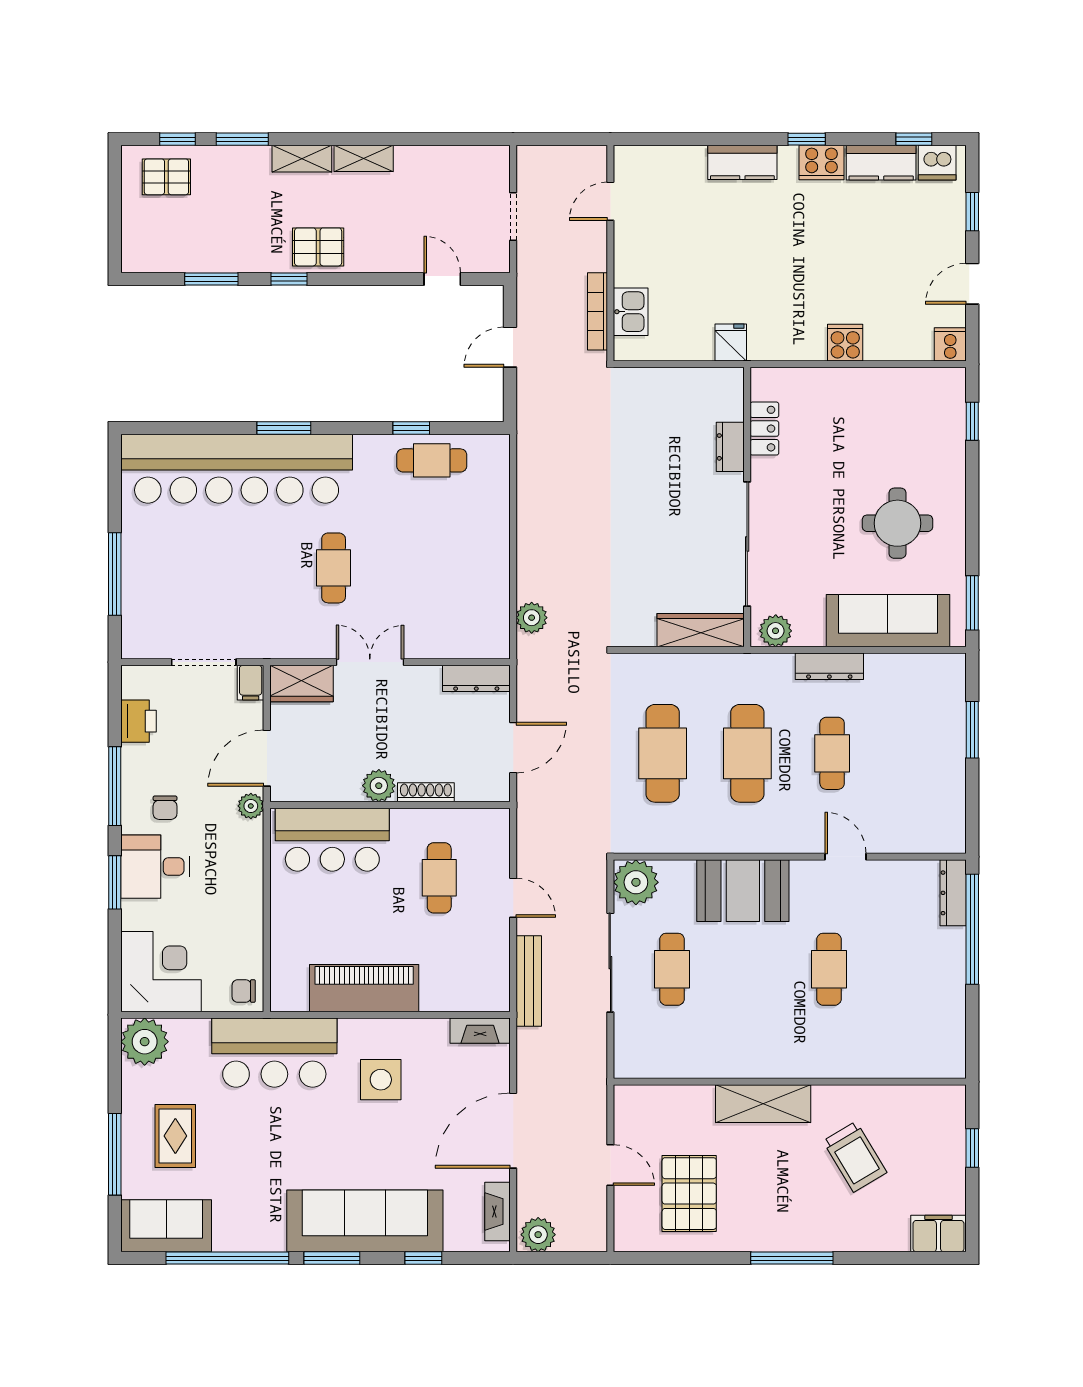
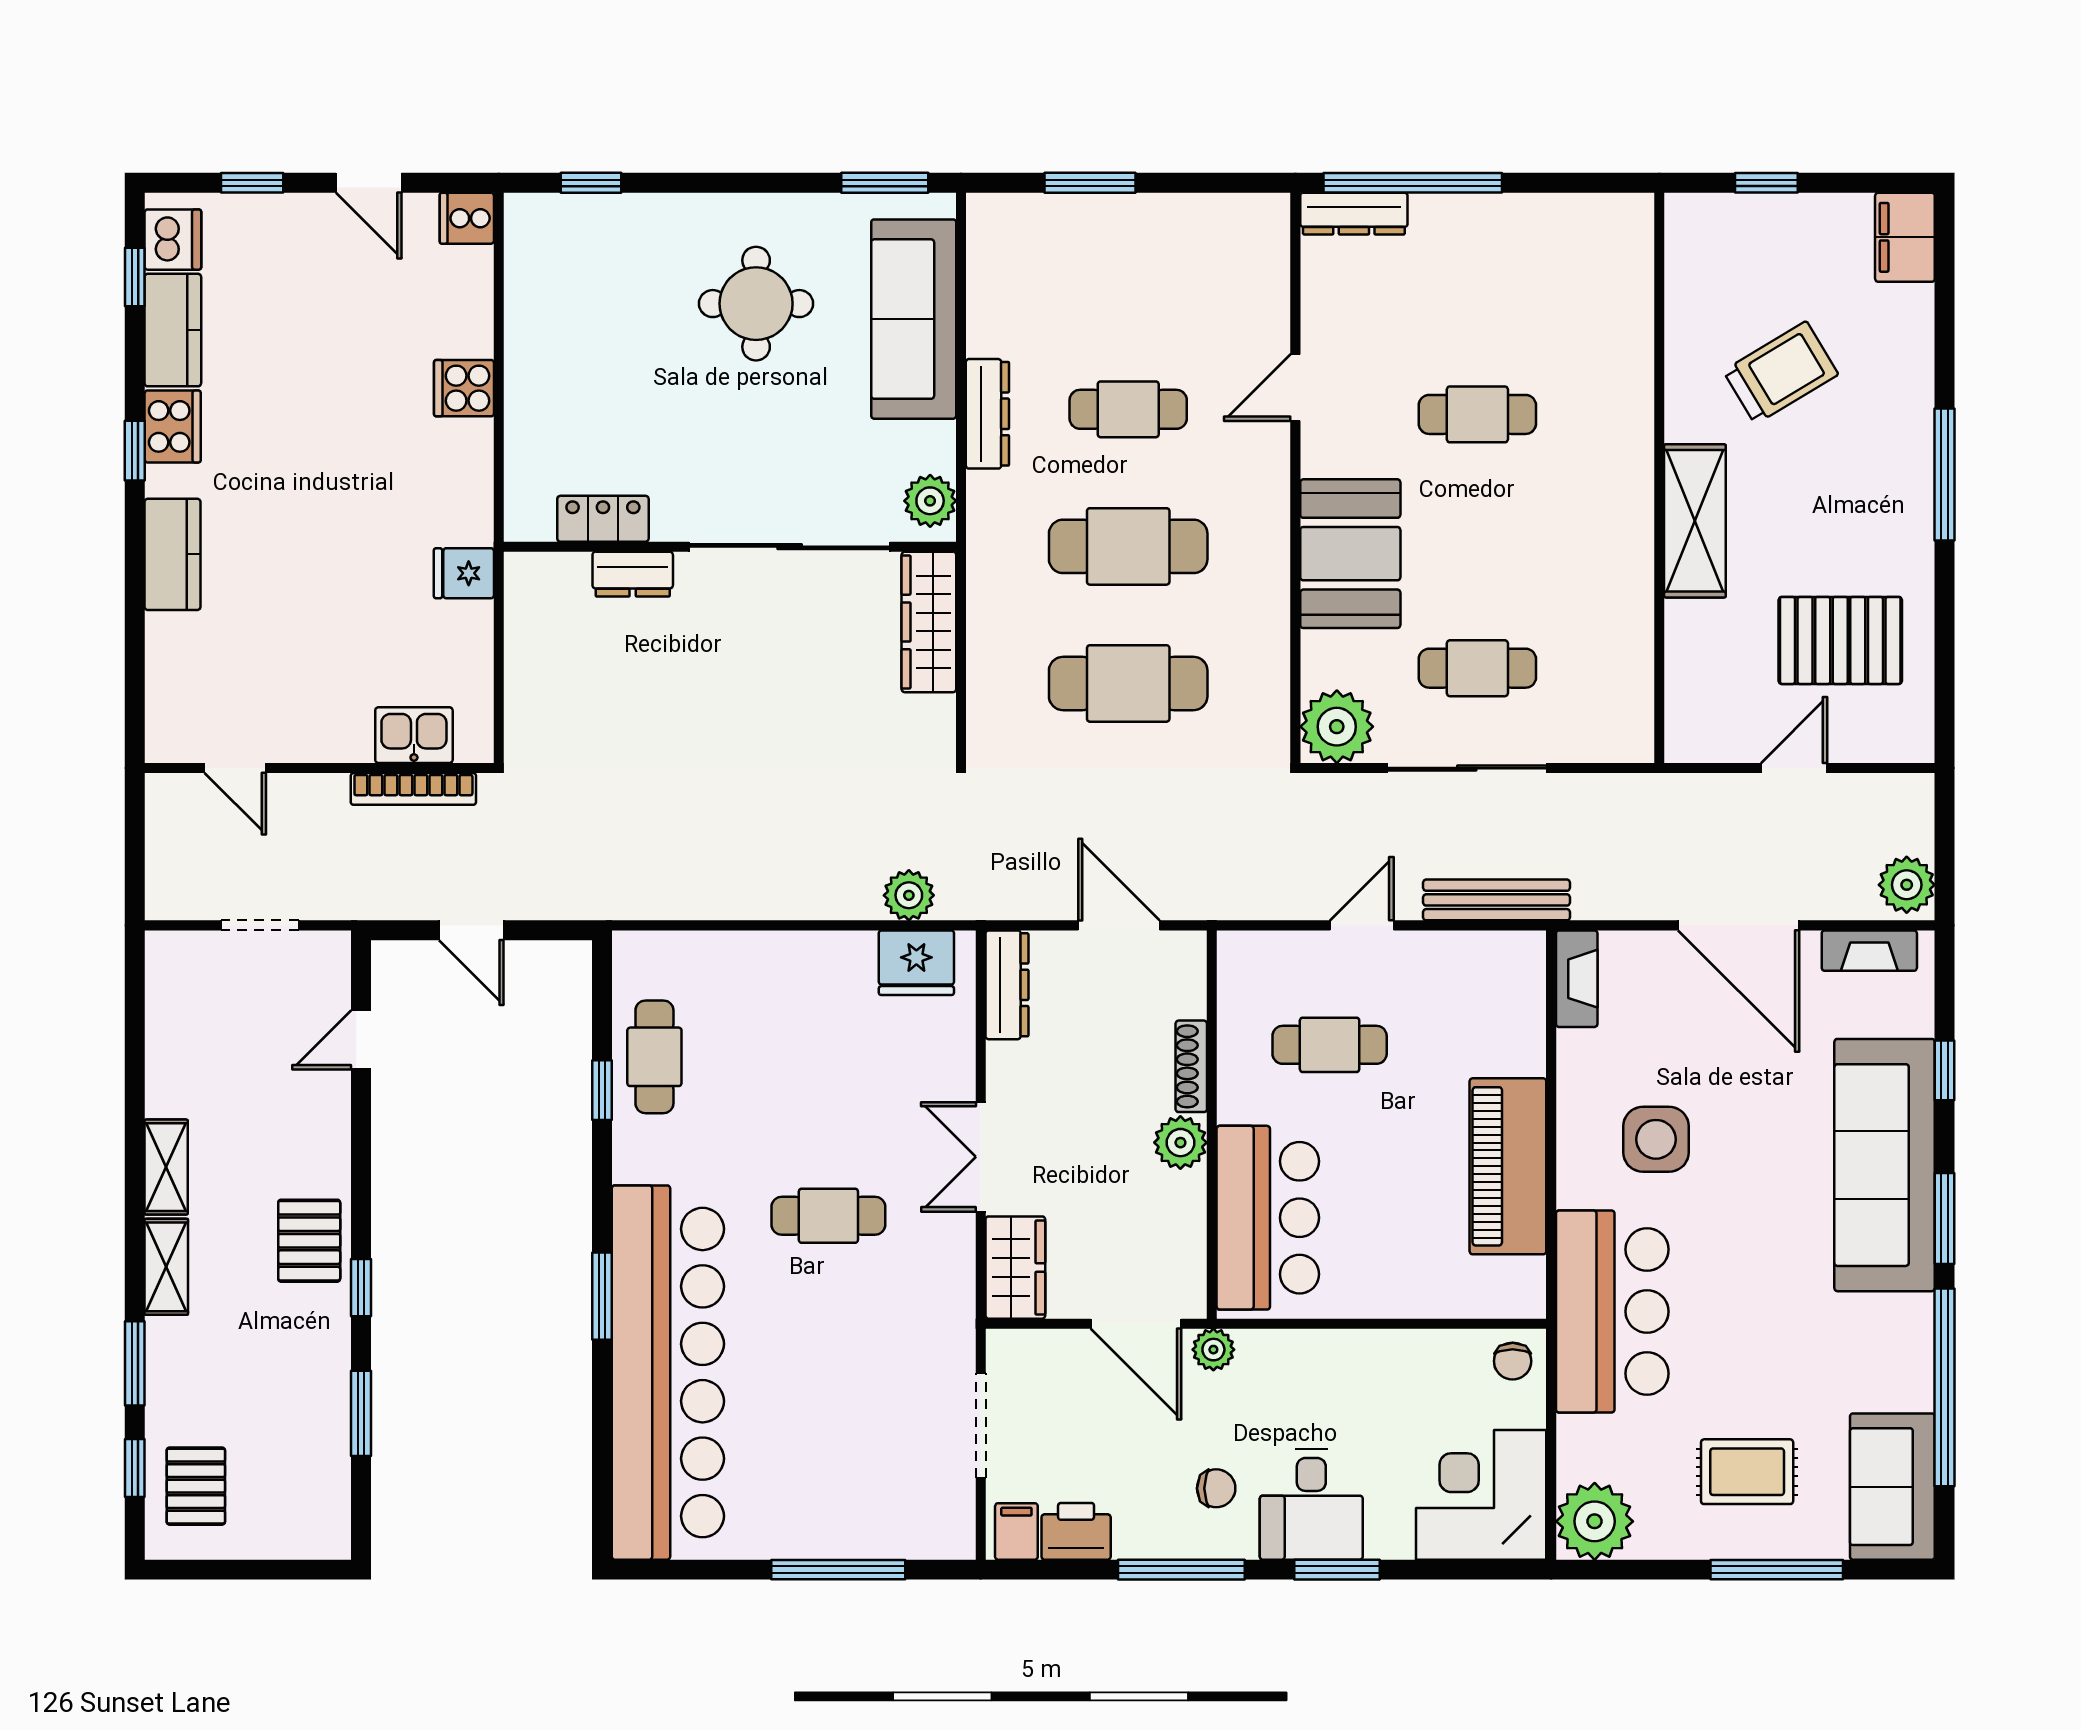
fridge: (490, 622) -> (916, 963), added
filing cabinet: (251, 683) -> (1016, 1531), moved, turned -90

